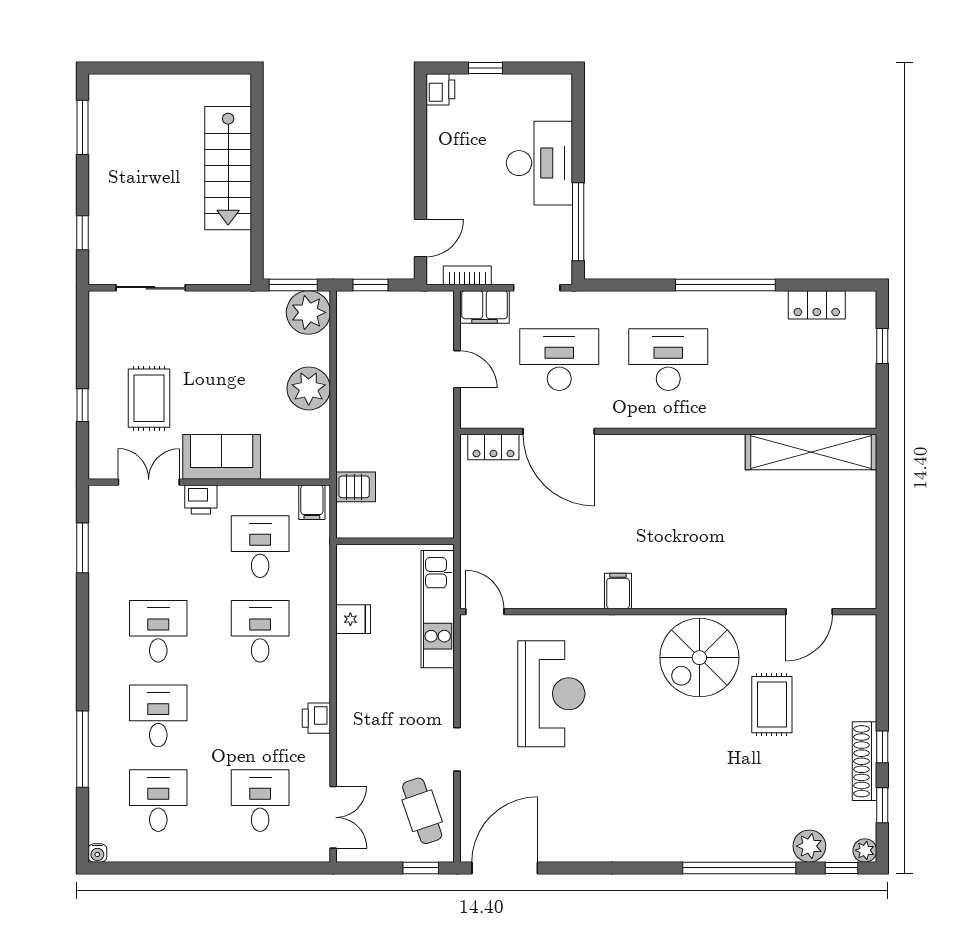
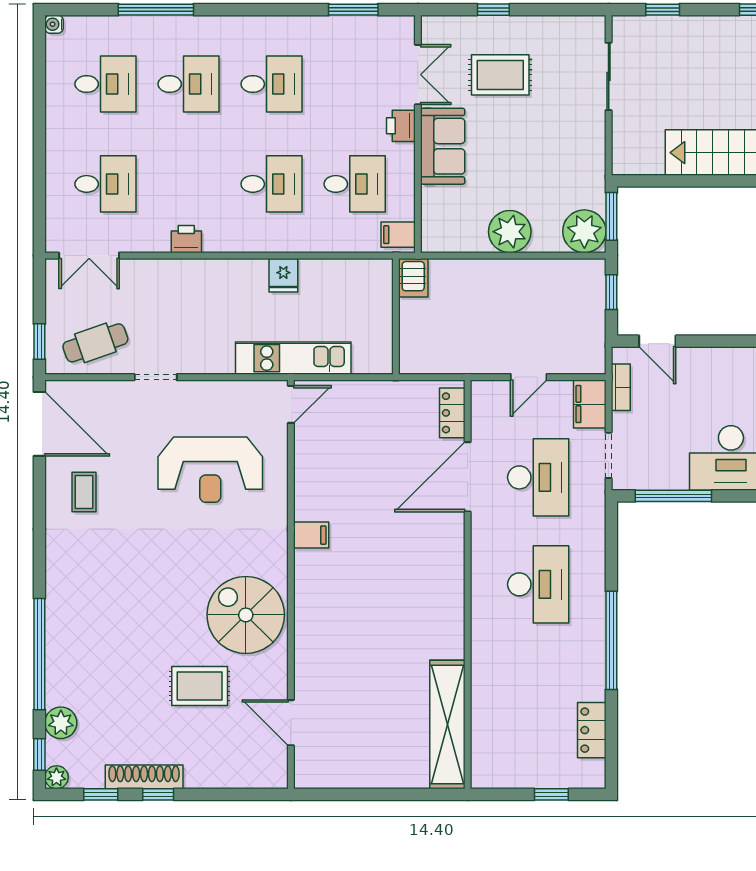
wall: (395, 541) -> (396, 316), moved
coffee table: (574, 822) -> (84, 492), added

